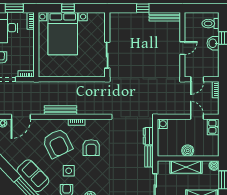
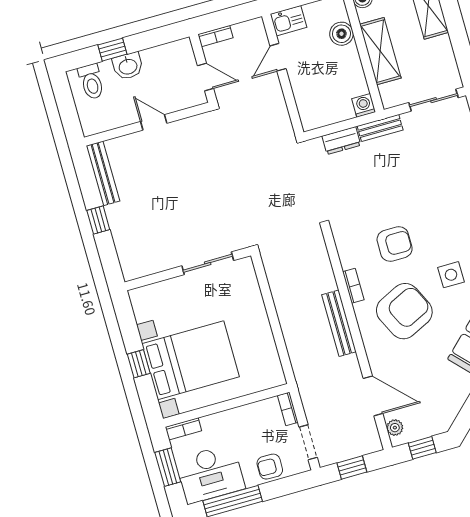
washing machine: (162, 124) -> (364, 105), moved
boiler: (188, 151) -> (341, 34), moved

